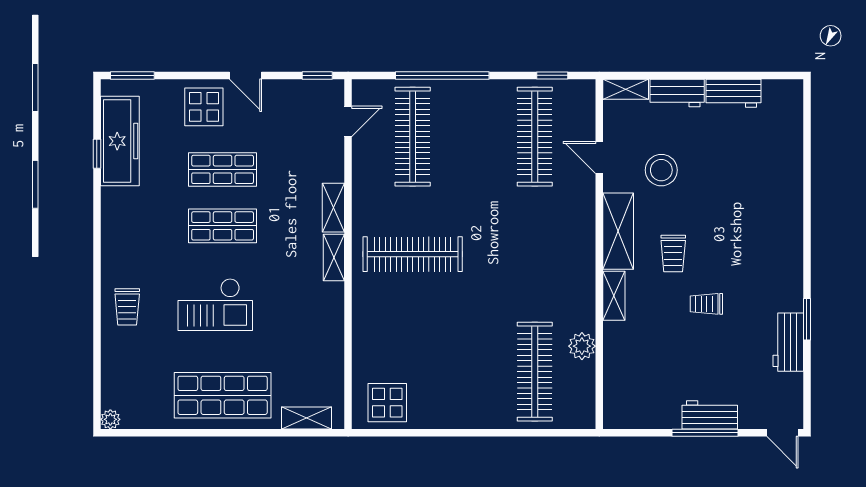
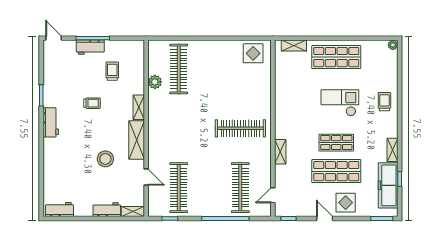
workbench: (733, 93) -> (60, 210), moved
shop shelf: (223, 169) -> (336, 171), width x1.43, depth x1.36
stool: (661, 170) -> (105, 159), moved
trolley: (673, 253) -> (112, 71), moved
shelving: (334, 257) -> (393, 150), moved
workbench: (788, 342) -> (51, 122), moved

